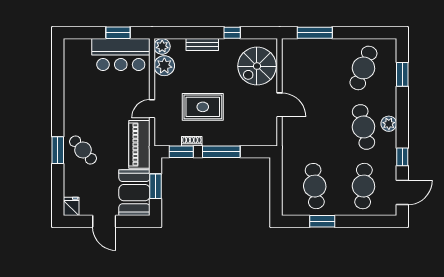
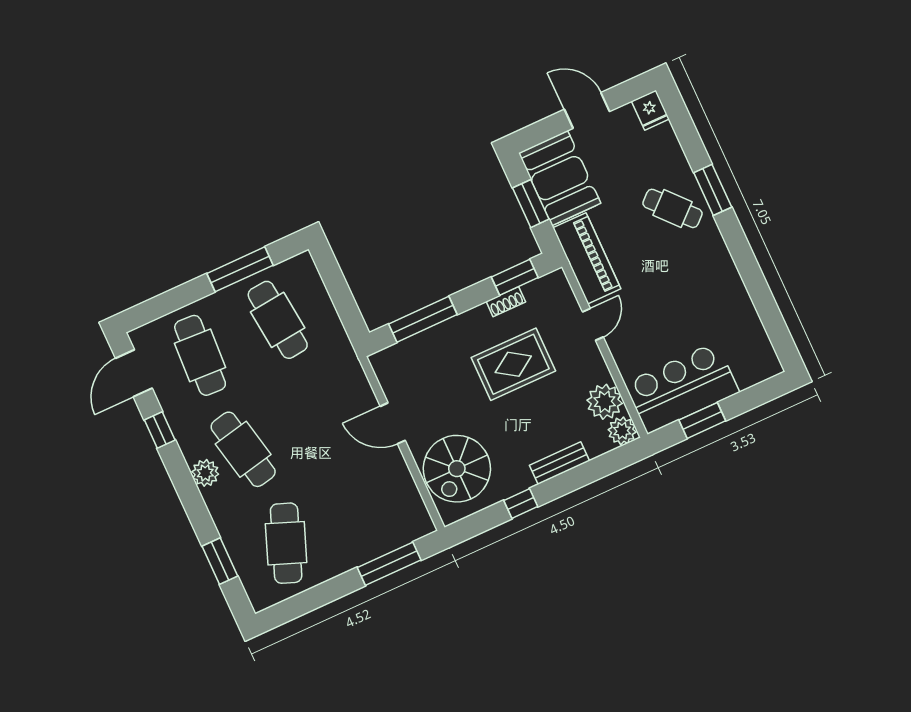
spiral stairs: (257, 66) -> (457, 469), turned 180
window: (221, 152) -> (423, 319), moved
window: (322, 221) -> (240, 269), width x1.44

